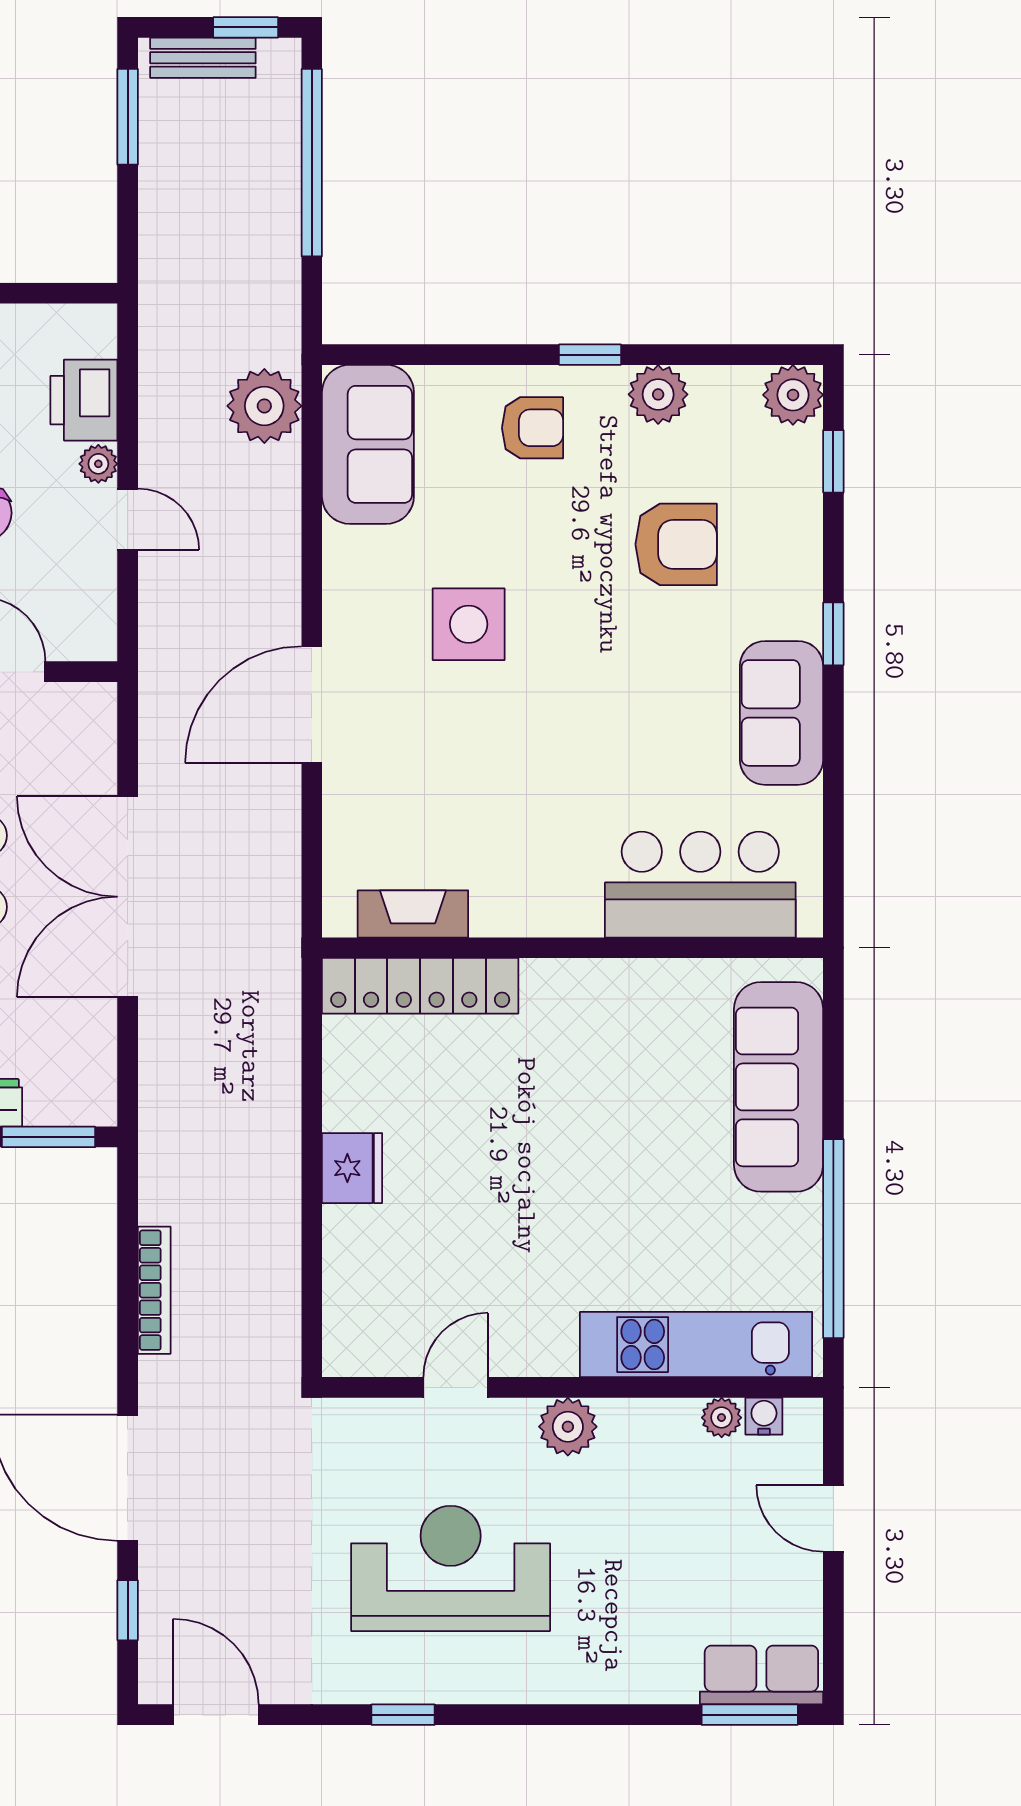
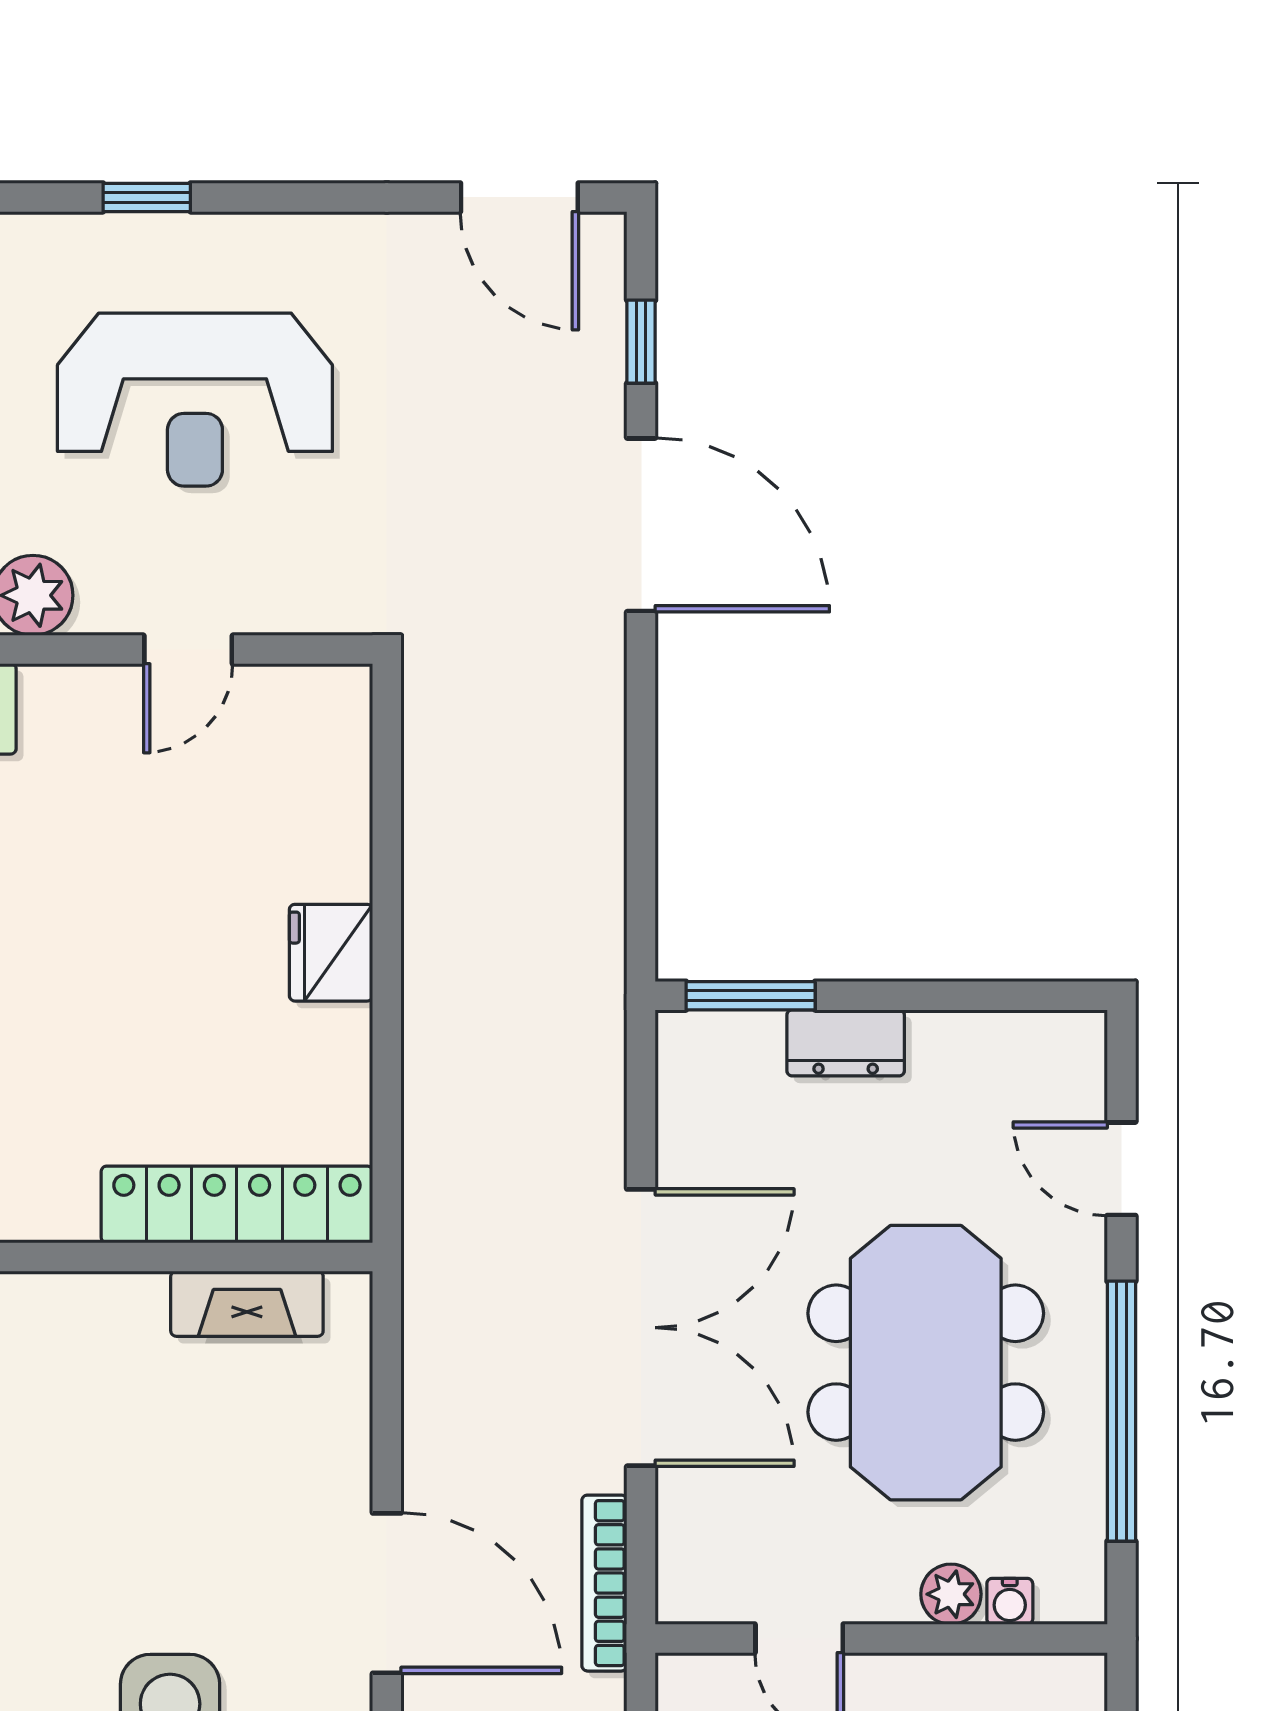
door: (312, 704) -> (387, 1593), hinge flipped
bookcase: (154, 1290) -> (604, 1583), moved
window: (403, 1715) -> (147, 197), moved

